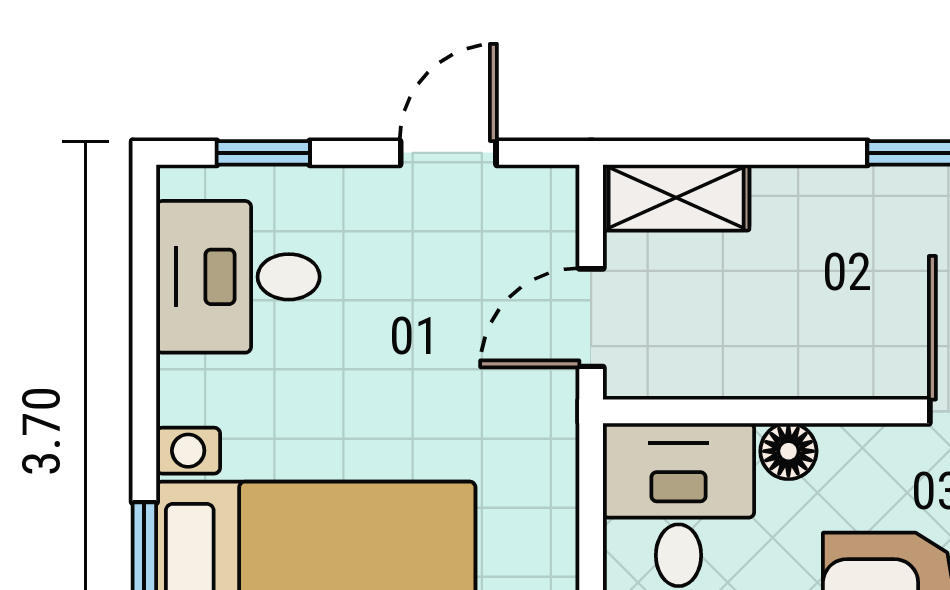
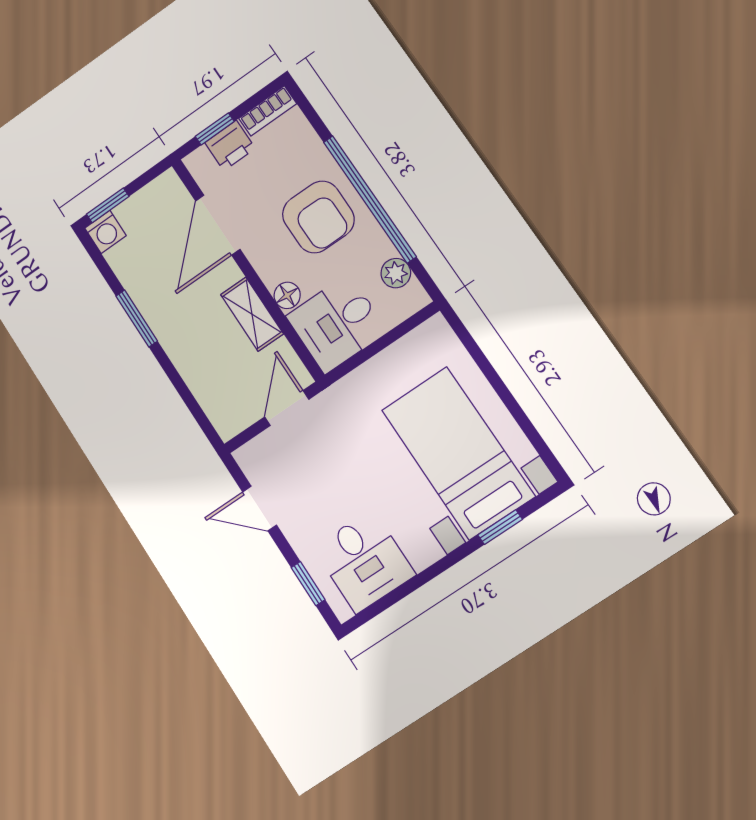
shelving: (676, 198) -> (252, 314), moved
door: (591, 318) -> (287, 408), swing flipped

